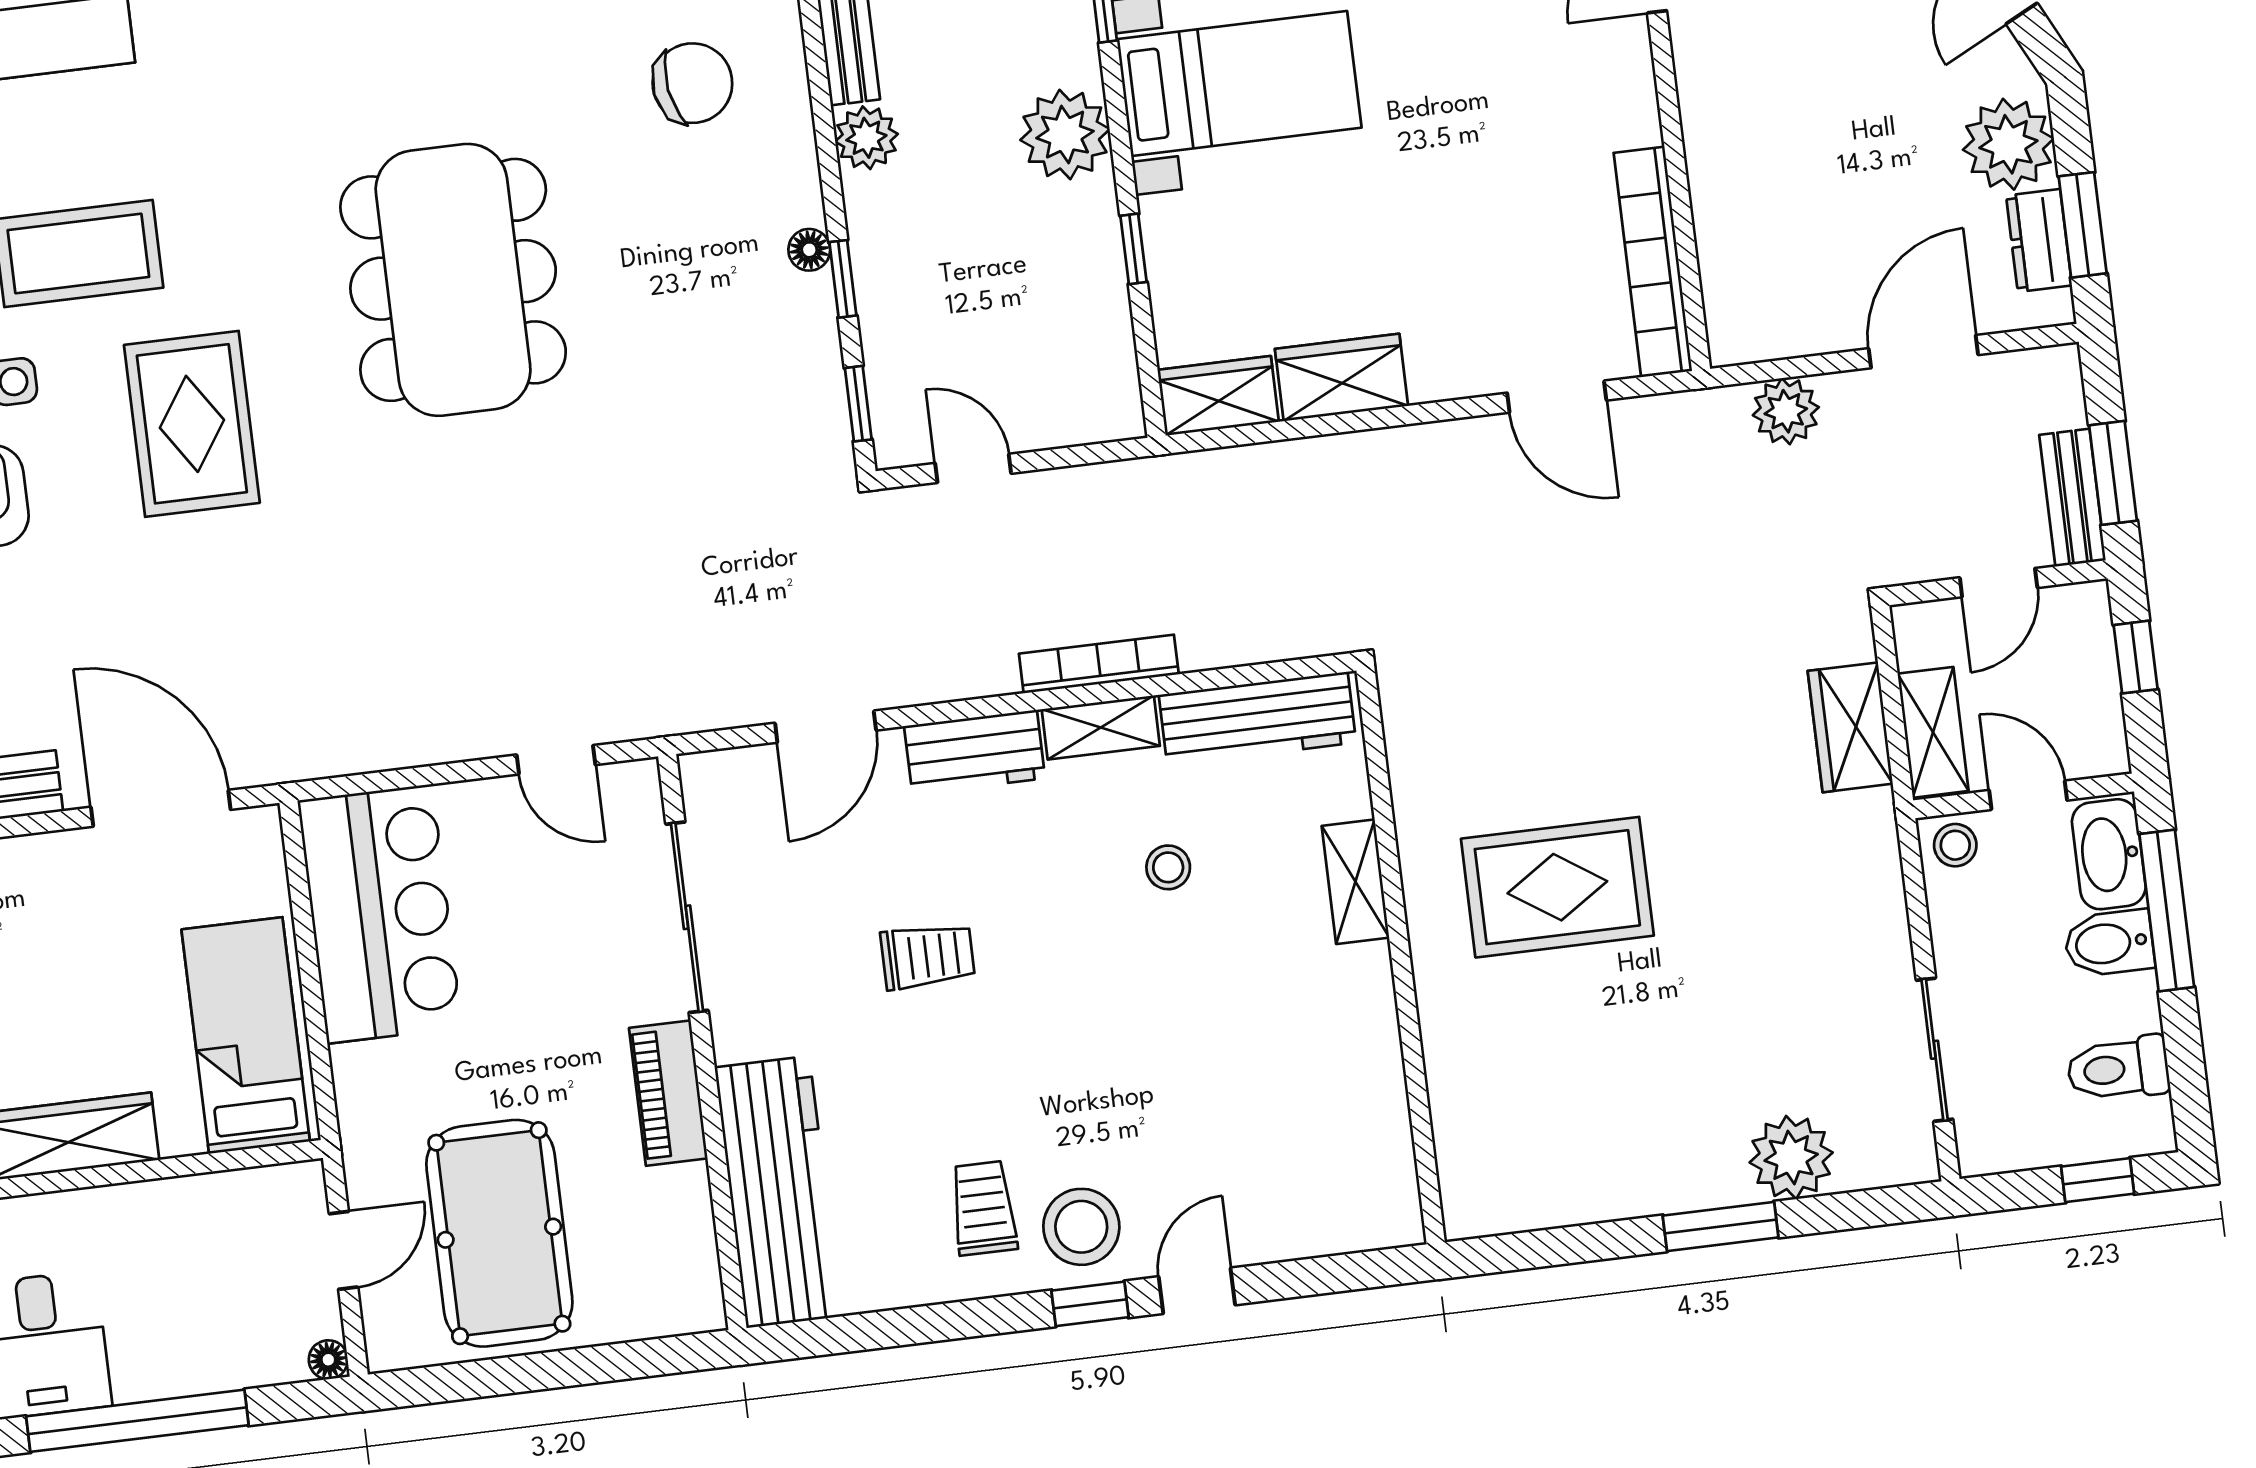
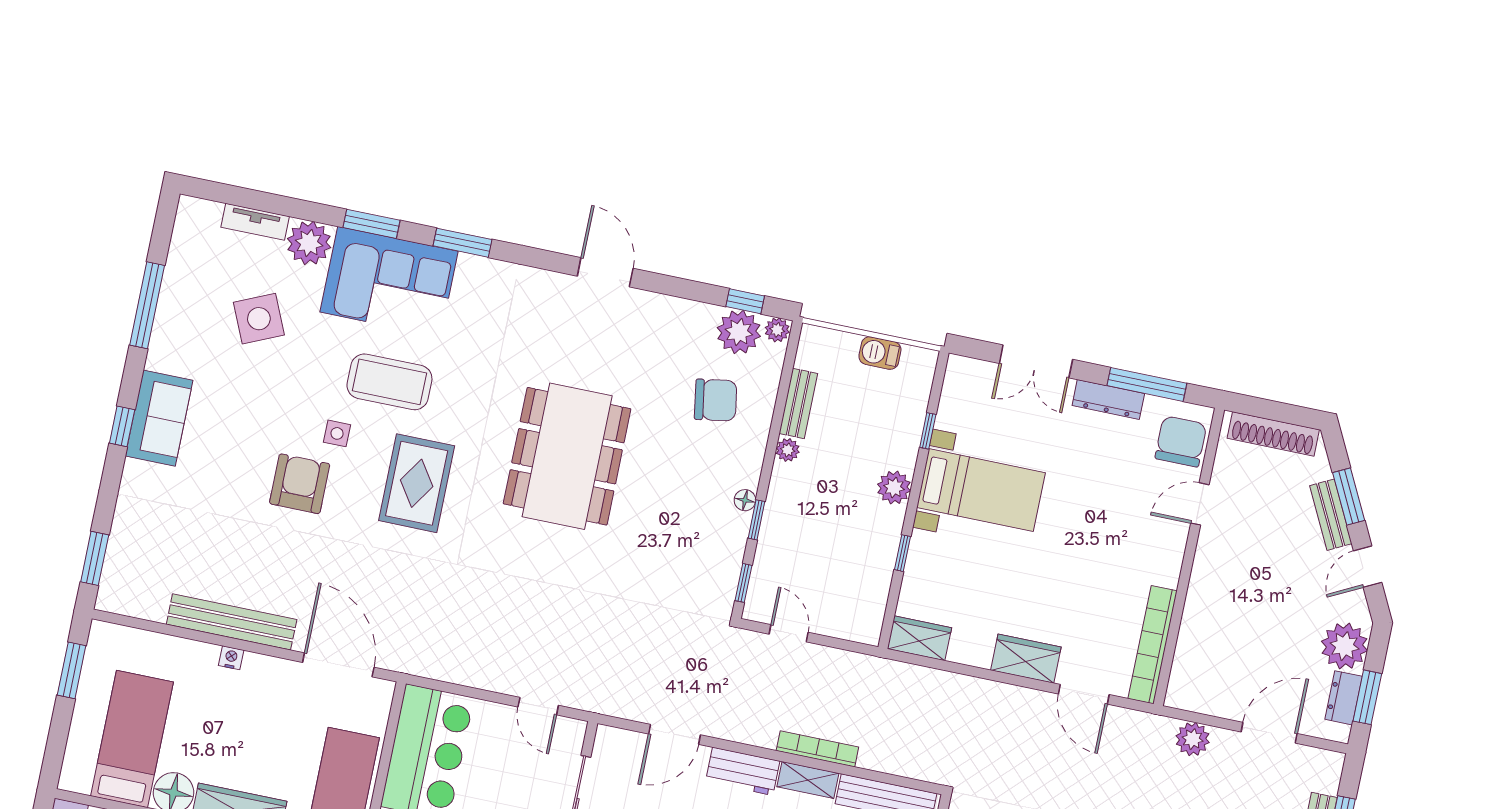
plant: (1065, 135) -> (894, 488), width x0.73, depth x0.73
plant: (866, 138) -> (788, 450), width x0.73, depth x0.73
wardrobe: (1341, 377) -> (1026, 659), moved

